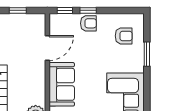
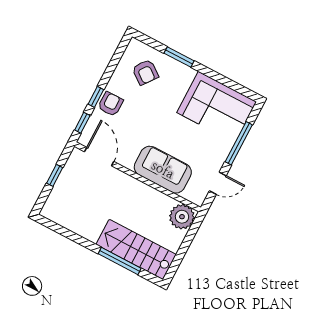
armchair: (124, 36) -> (145, 72), turned 127
door: (47, 48) -> (99, 157), moved

